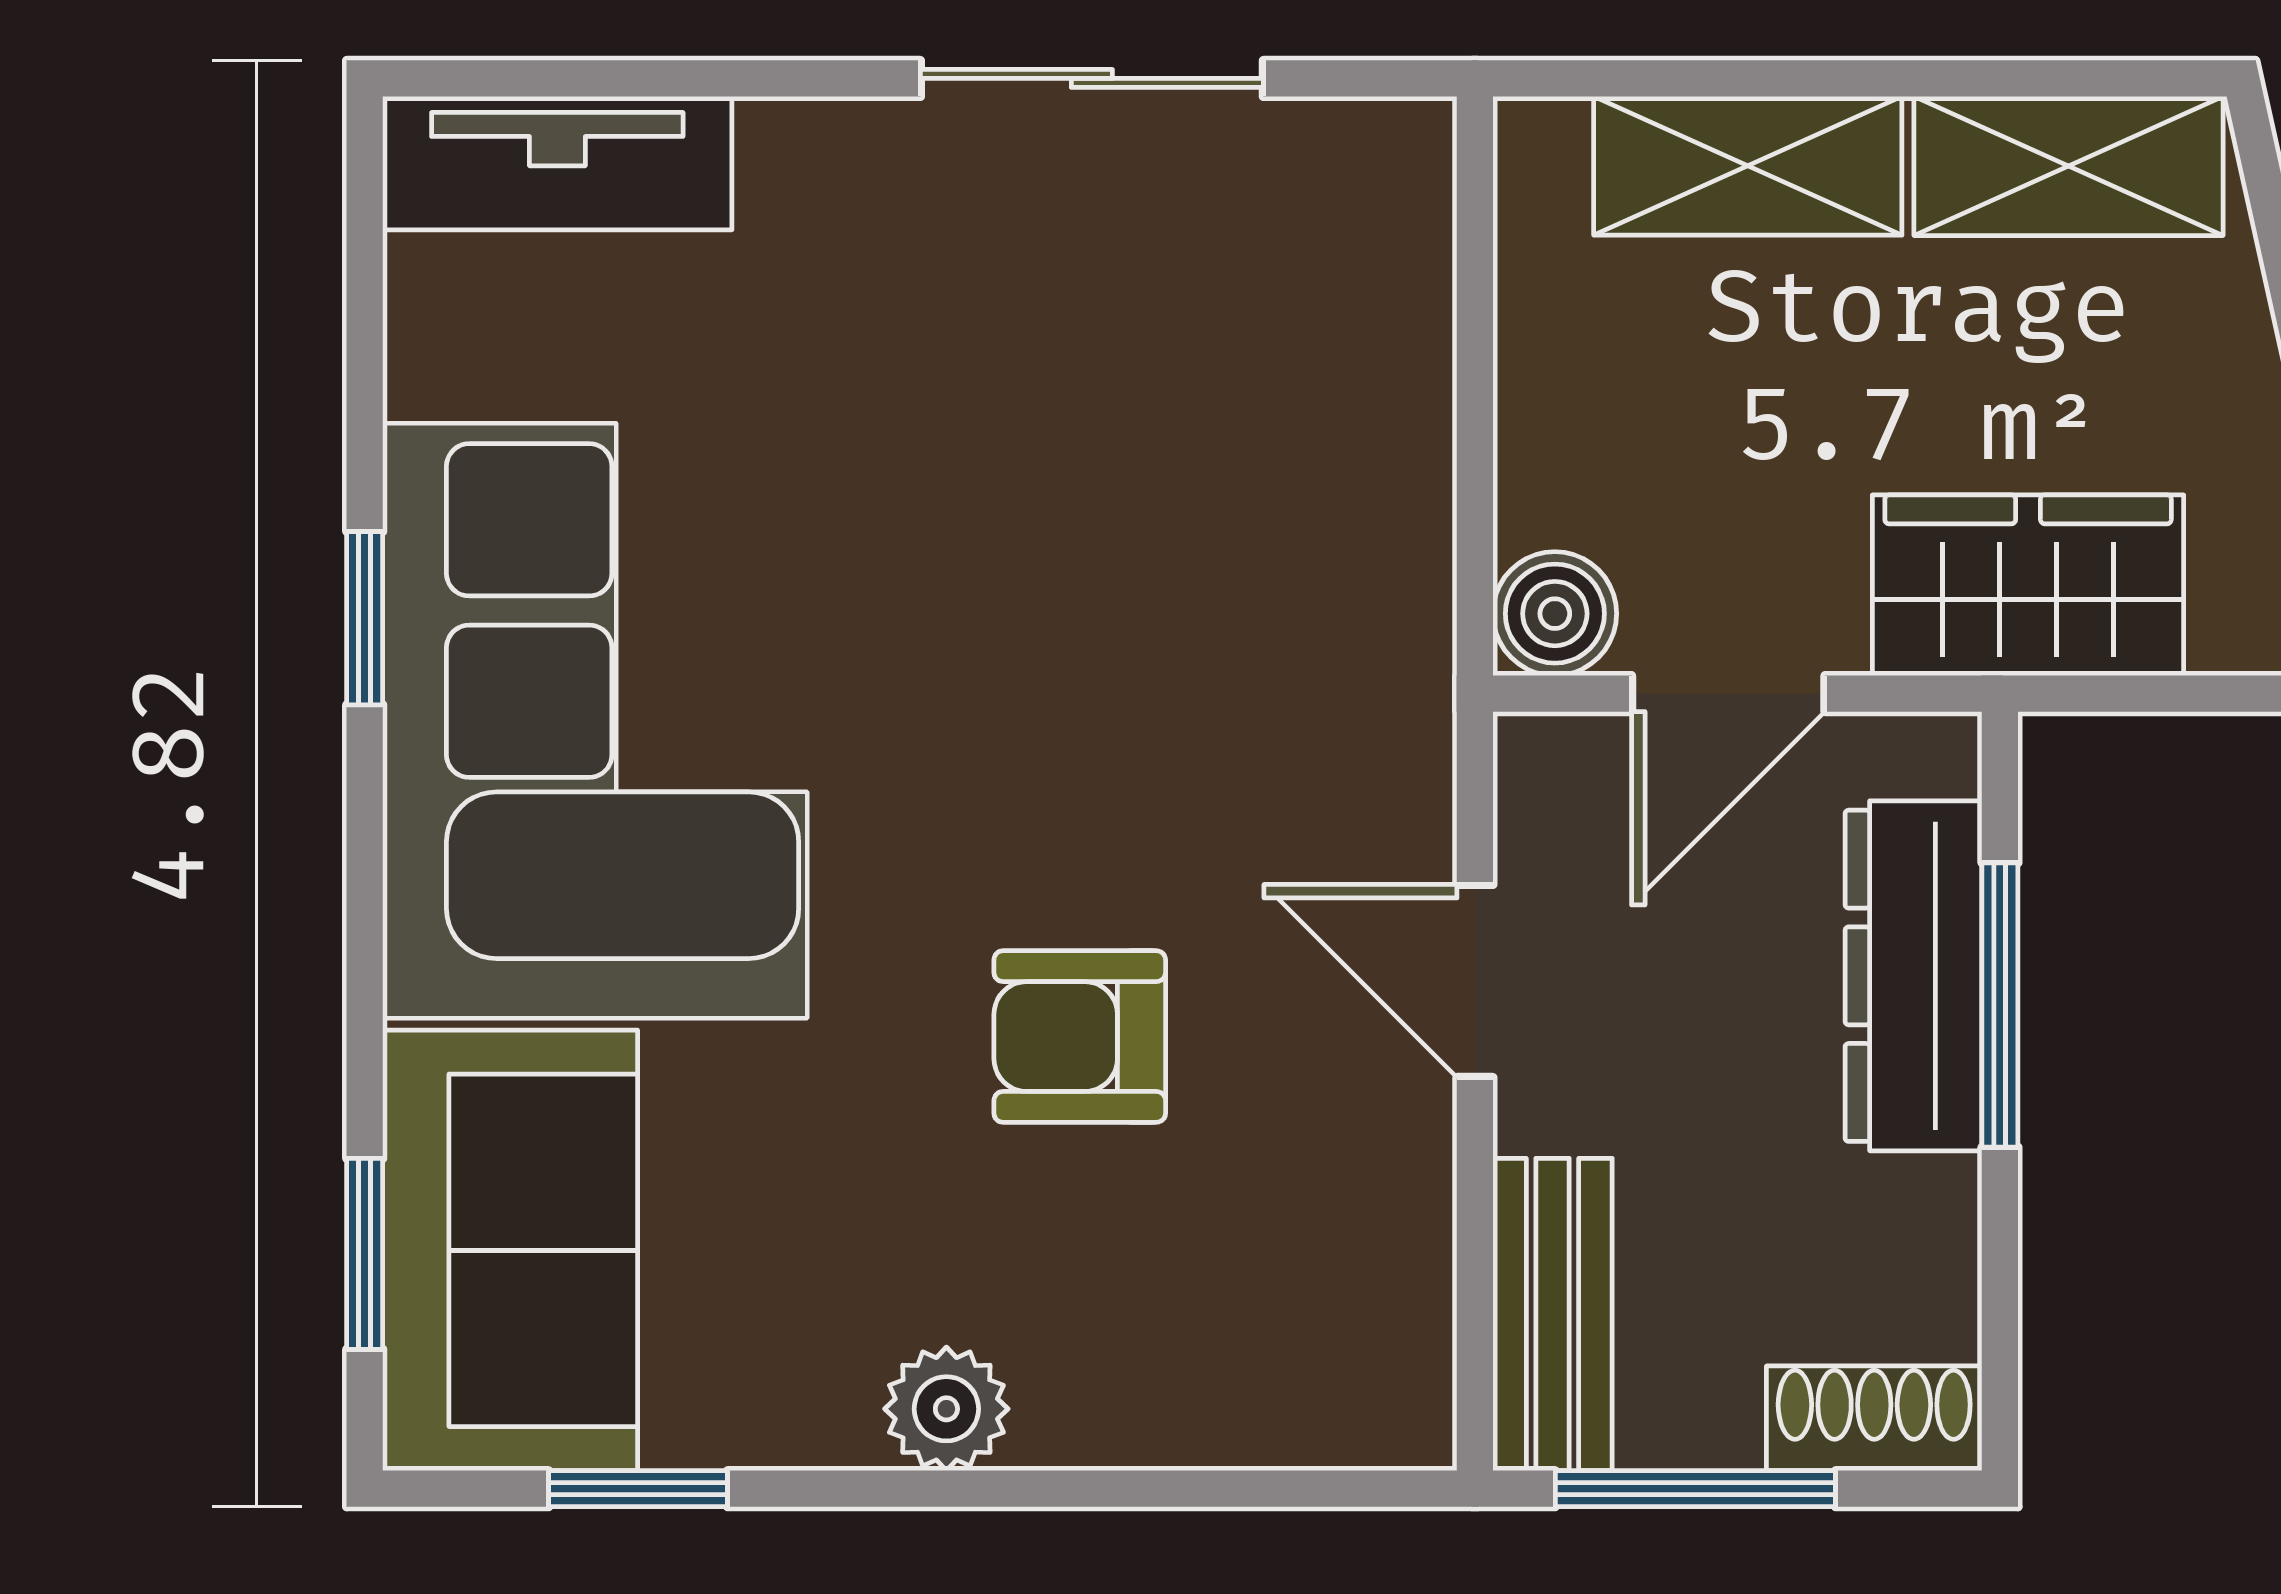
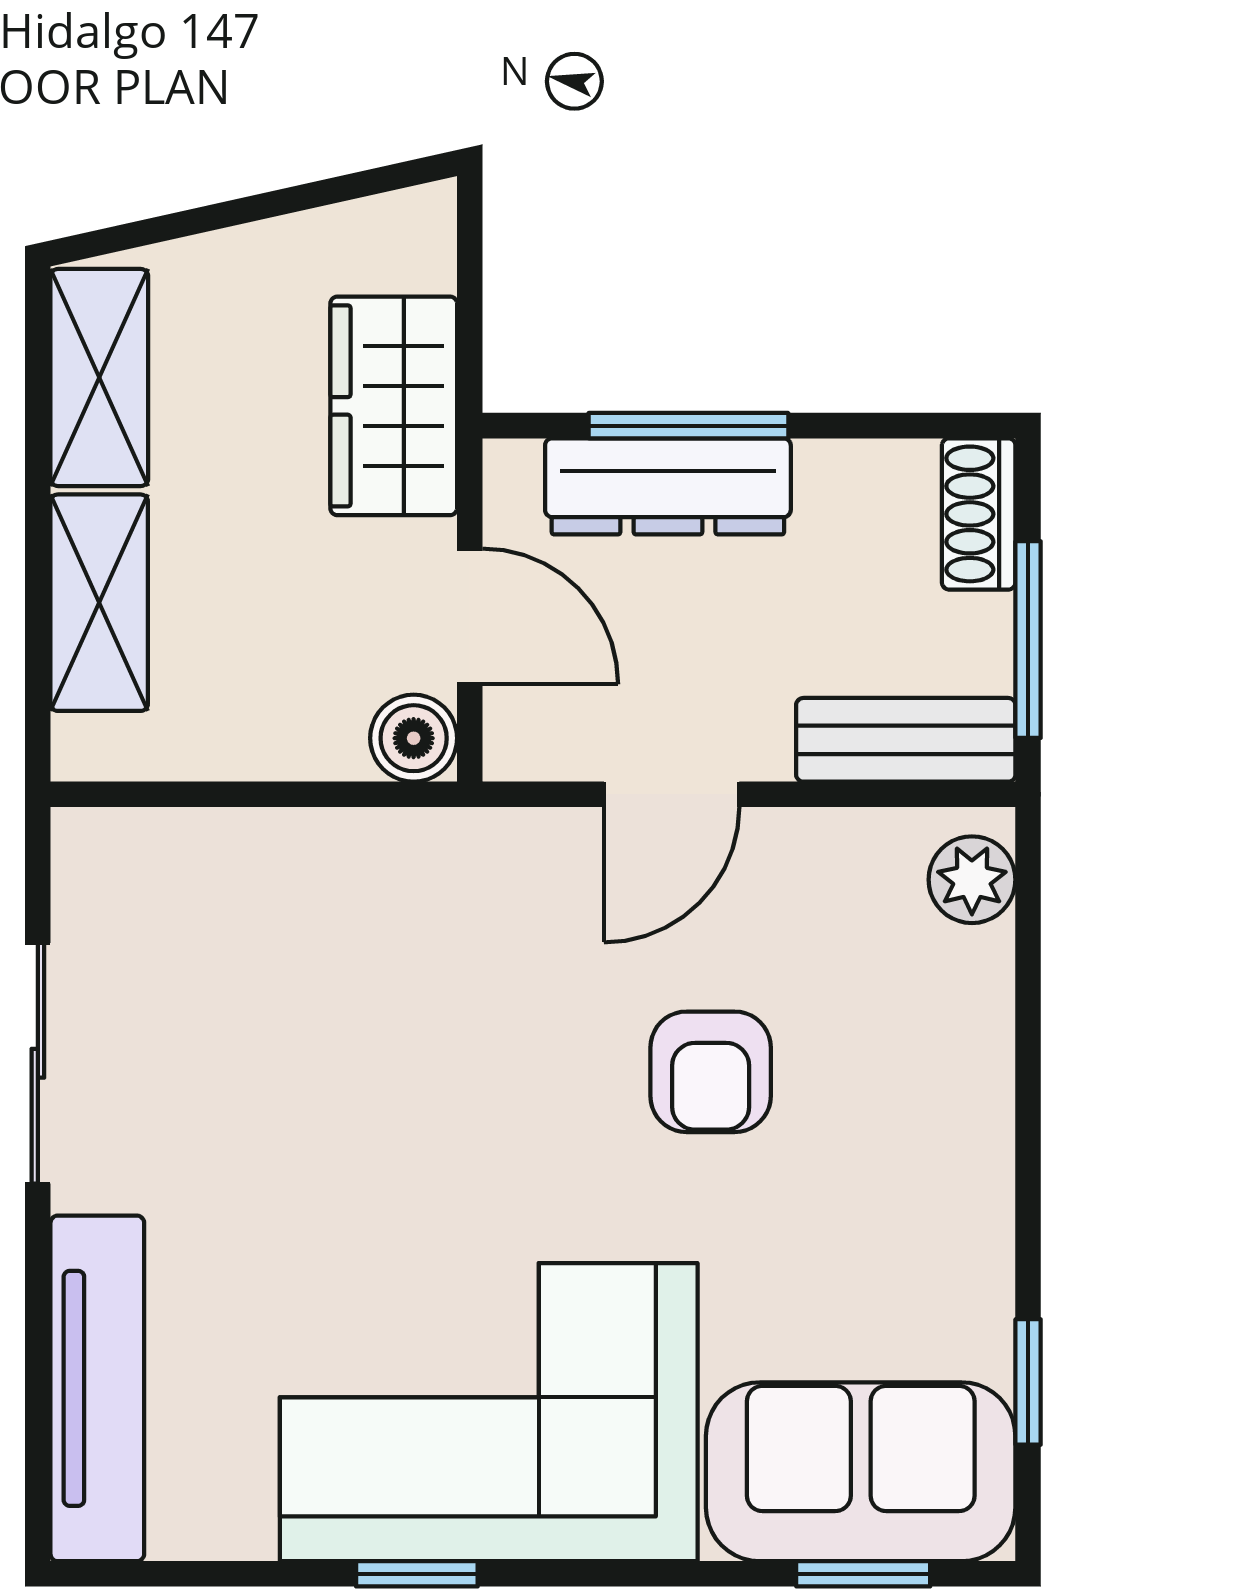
tv unit: (557, 163) -> (97, 1388), width x1.41
plant: (946, 1409) -> (972, 880), moved

